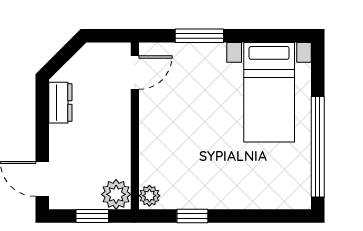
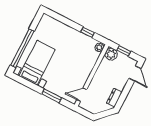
window: (318, 147) -> (22, 48), moved

